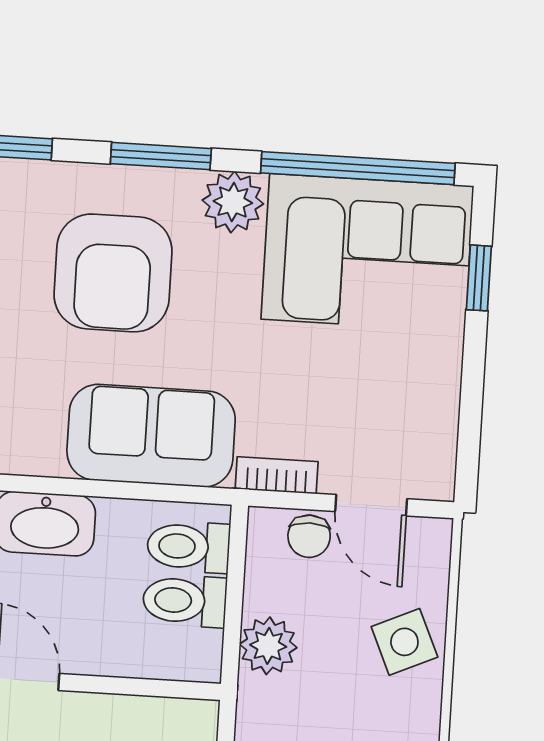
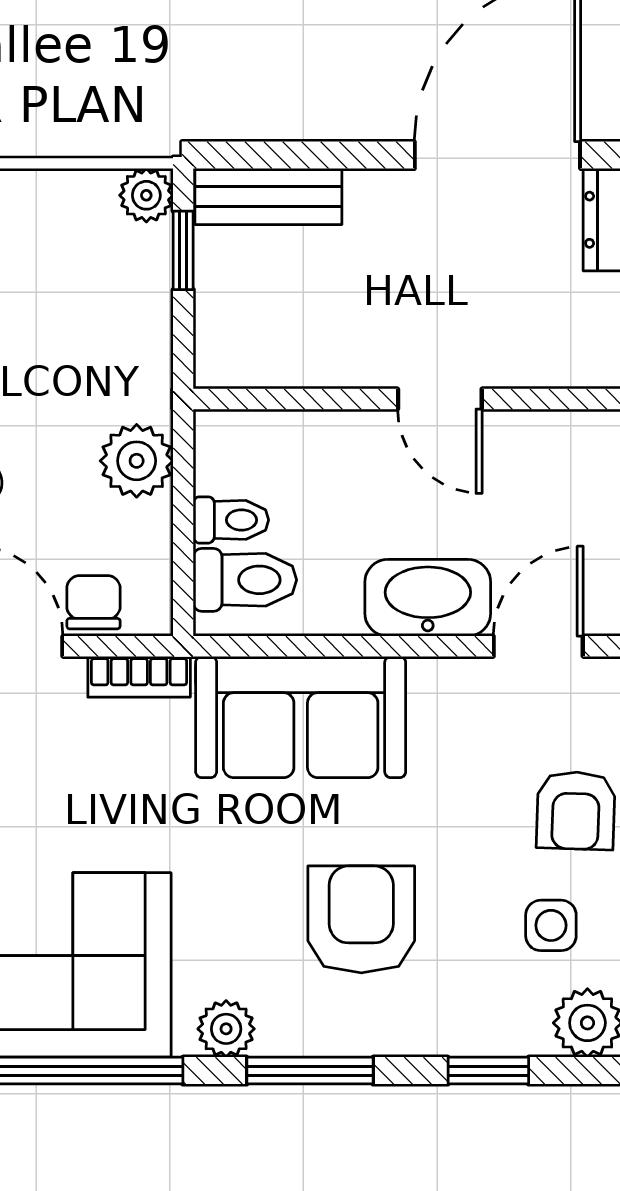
plant: (233, 202) -> (226, 1029), width x0.73, depth x0.73
armchair: (113, 273) -> (361, 919), width x0.73, depth x0.73
toilet: (185, 601) -> (231, 520), width x0.73, depth x0.72

